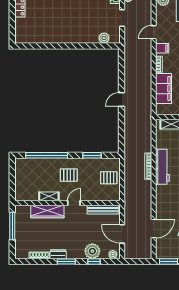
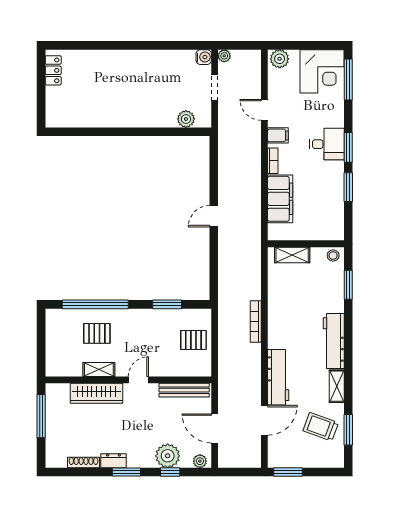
door: (154, 32) -> (264, 110), hinge flipped
workbench: (162, 167) -> (278, 377), moved
pallet: (69, 175) -> (97, 333), moved

